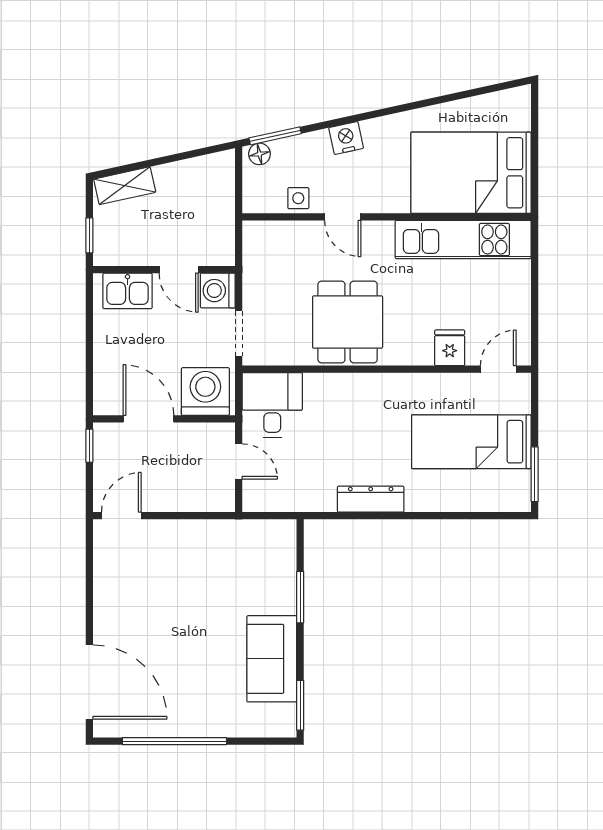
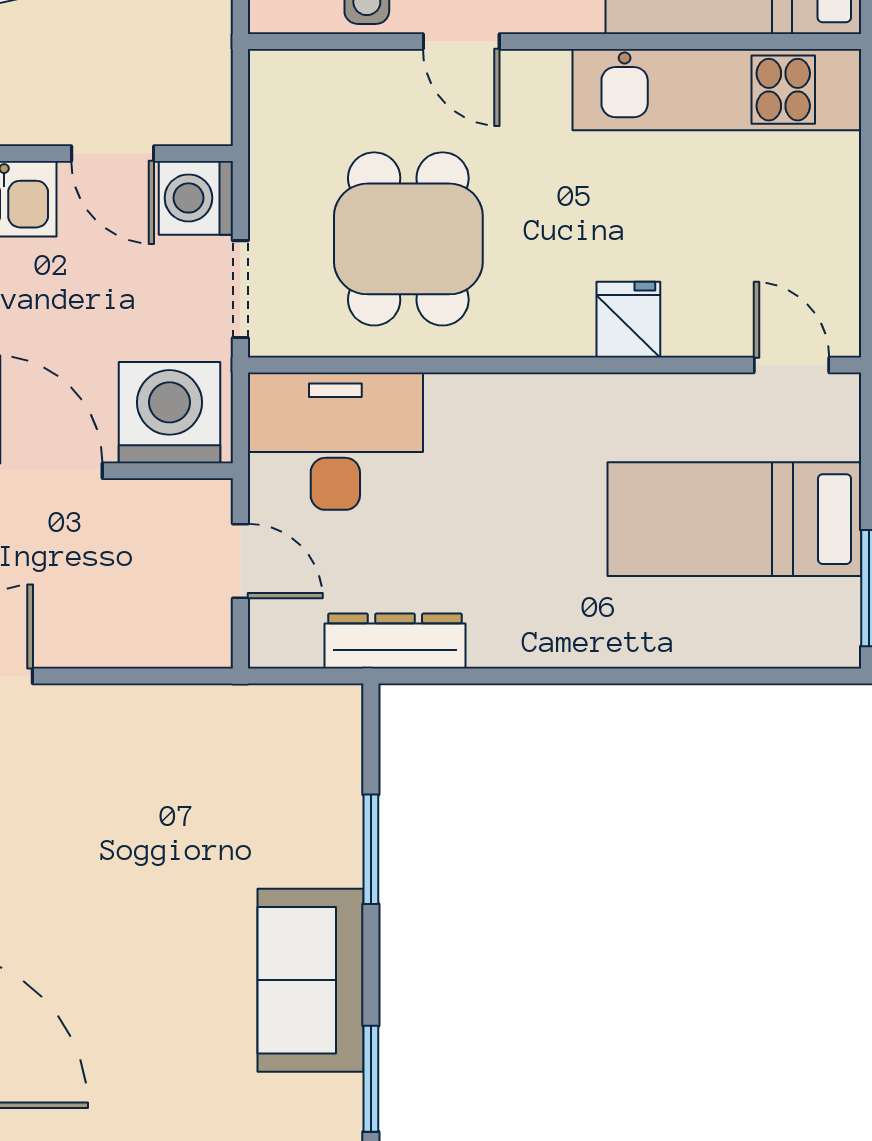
dining table: (348, 322) -> (408, 239), moved
fridge: (450, 348) -> (628, 320), moved
door: (498, 369) -> (792, 365), hinge flipped
desk: (272, 405) -> (335, 441), width x1.37
dresser: (371, 499) -> (395, 641), moved

